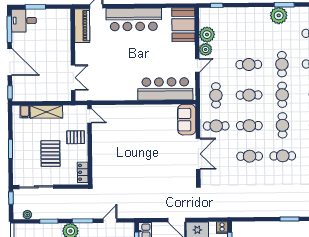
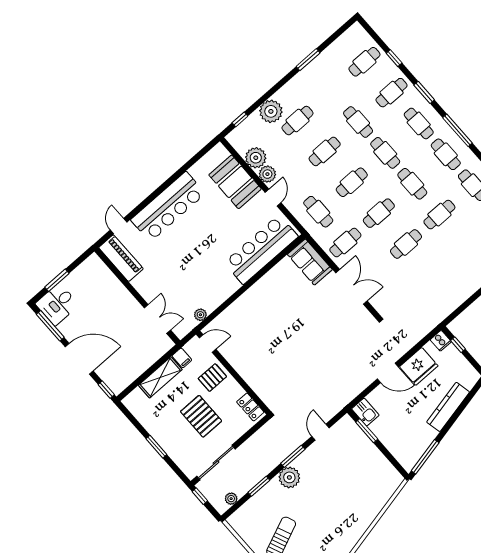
plant: (279, 15) -> (271, 111), moved
booth: (183, 25) -> (235, 182), moved
cafe table: (249, 34) -> (298, 121), added
plant: (99, 96) -> (200, 315), added
filing cabinet: (25, 112) -> (182, 358), moved

